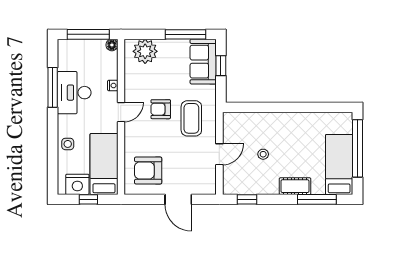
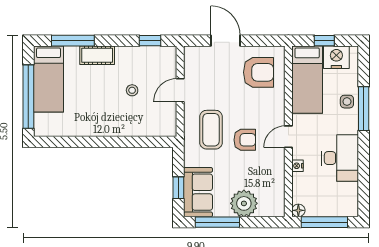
plant: (145, 51) -> (244, 203), moved
window: (53, 87) -> (364, 109), moved

